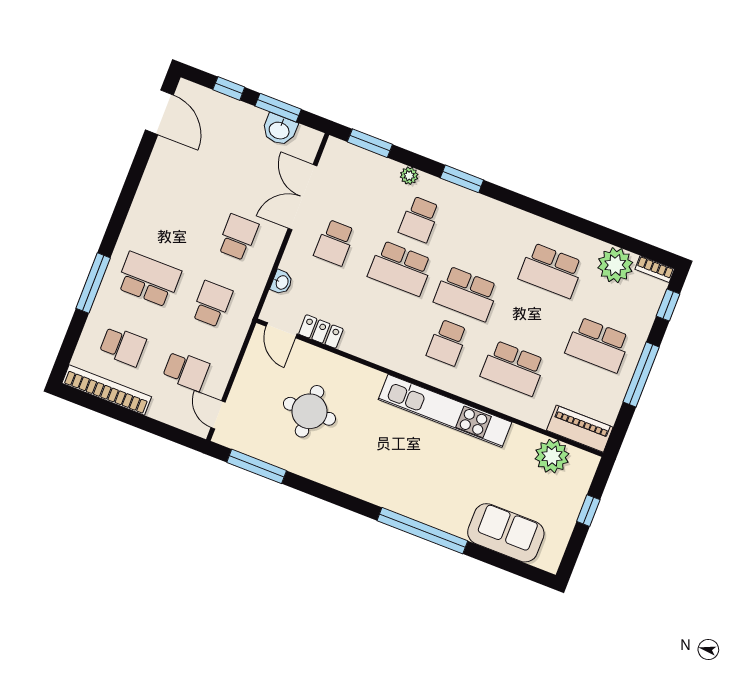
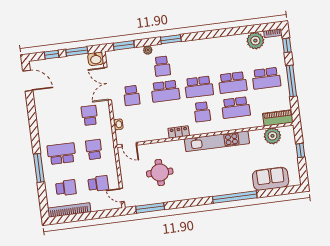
washbasin: (279, 130) -> (96, 59), moved
school desk: (551, 270) -> (233, 83), moved
locker: (321, 331) -> (179, 132), moved

